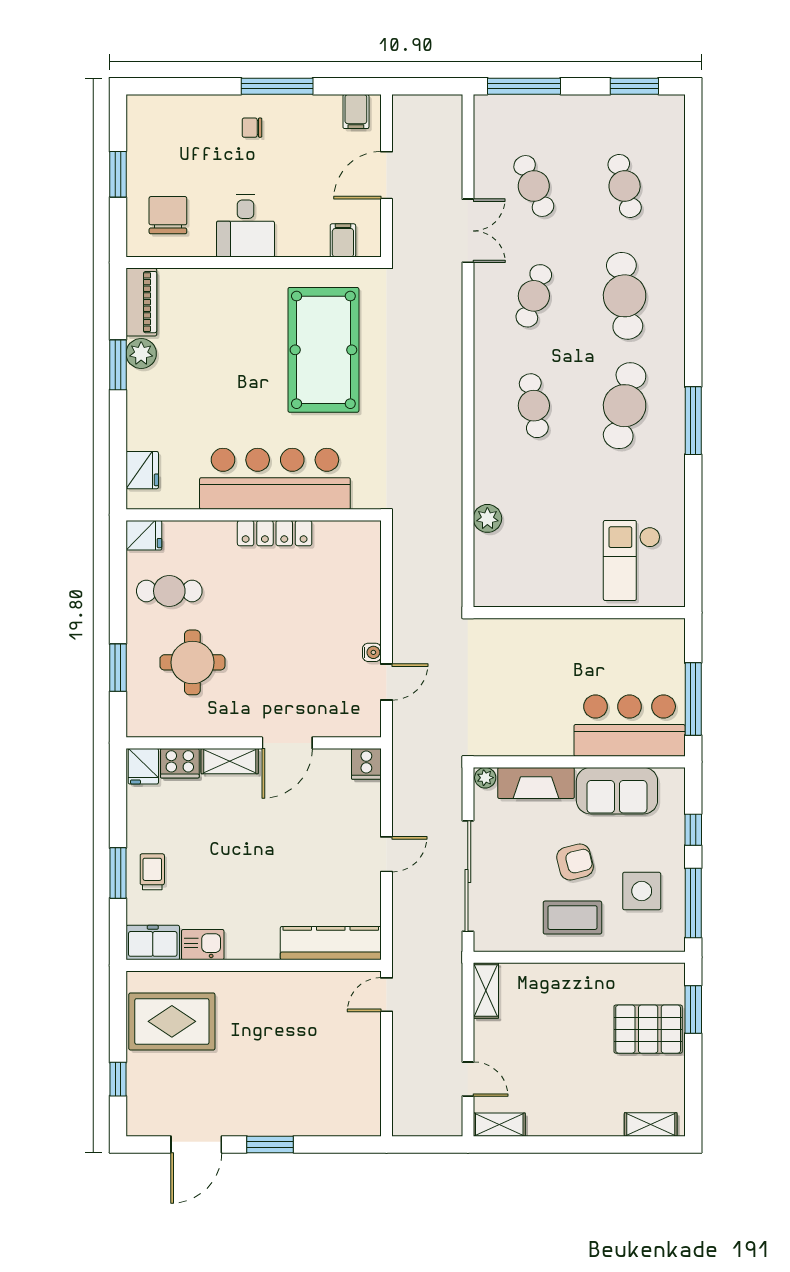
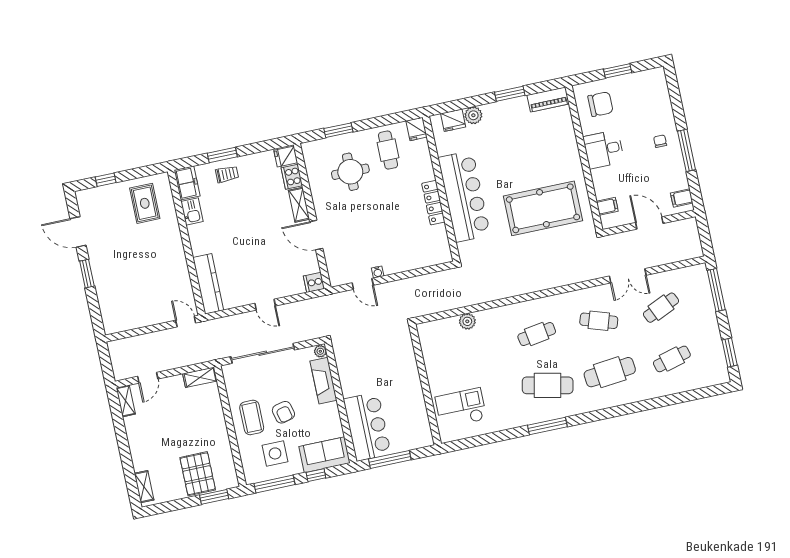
plant: (141, 353) -> (473, 115), moved
sofa: (617, 791) -> (325, 455), moved, turned 90
rug: (172, 1021) -> (145, 203), width x0.73, depth x0.70

